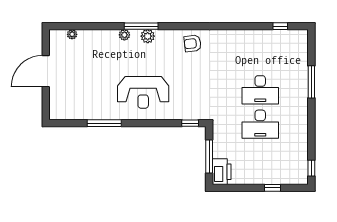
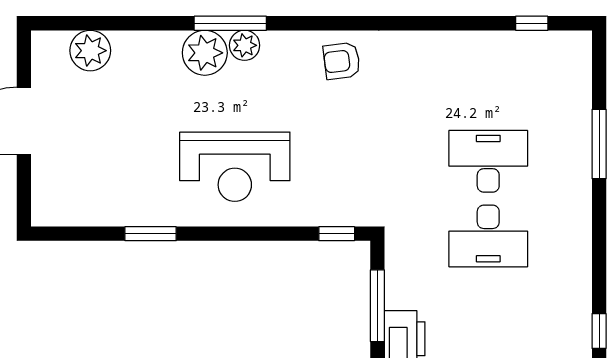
plant: (72, 34) -> (90, 51), width x1.87, depth x1.87
plant: (124, 35) -> (205, 53), width x1.87, depth x1.87
desk: (260, 90) -> (488, 161), turned 180
window: (104, 123) -> (151, 234), width x0.69

